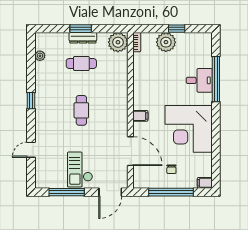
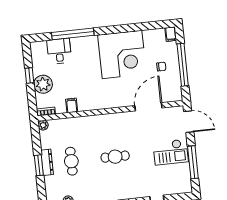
plant: (118, 42) -> (43, 125), width x0.53, depth x0.53
desk: (199, 80) -> (59, 51), moved
filing cabinet: (140, 116) -> (72, 105), moved

